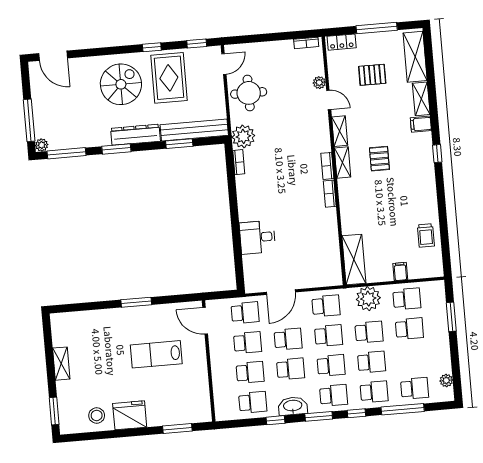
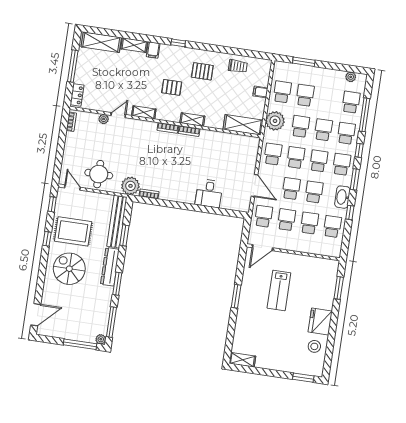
pallet: (372, 75) -> (202, 71), moved, turned 90
shelving: (342, 162) -> (192, 120), moved
shelving: (61, 364) -> (243, 360), moved

